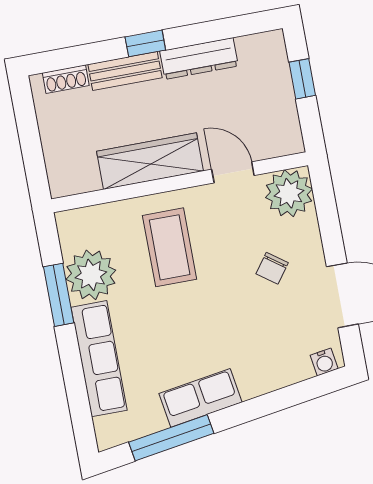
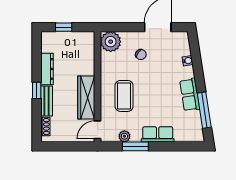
door: (233, 172) -> (98, 130), moved
coffee table: (170, 247) -> (124, 96), turned 90
plant: (91, 275) -> (124, 136), width x0.53, depth x0.53
row of seats: (99, 359) -> (158, 134), width x0.68
water cooler: (324, 362) -> (187, 61), moved

